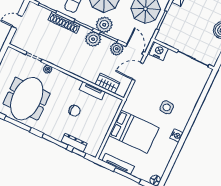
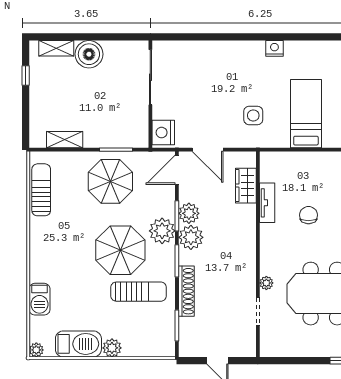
plant: (117, 49) -> (189, 213), moved
side table: (167, 107) -> (253, 115), moved
bed: (134, 132) -> (306, 114), width x0.67

